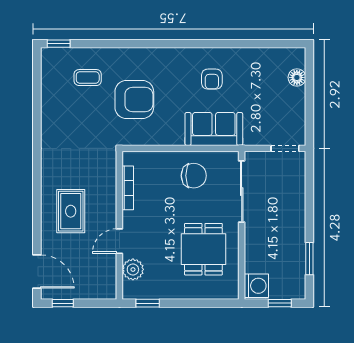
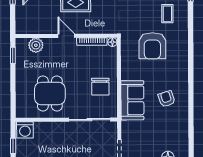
armchair: (212, 79) -> (167, 99), turned 72
floor lamp: (129, 158) -> (112, 42), added
door: (119, 241) -> (66, 36), moved
dining table: (203, 249) -> (50, 93), turned 90

